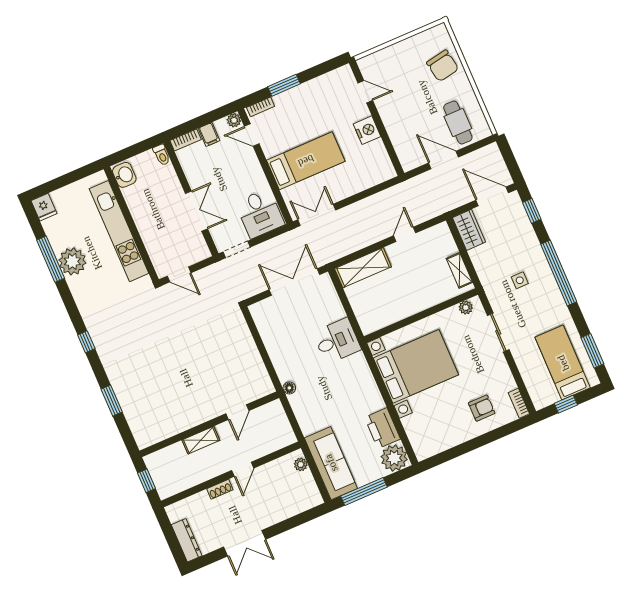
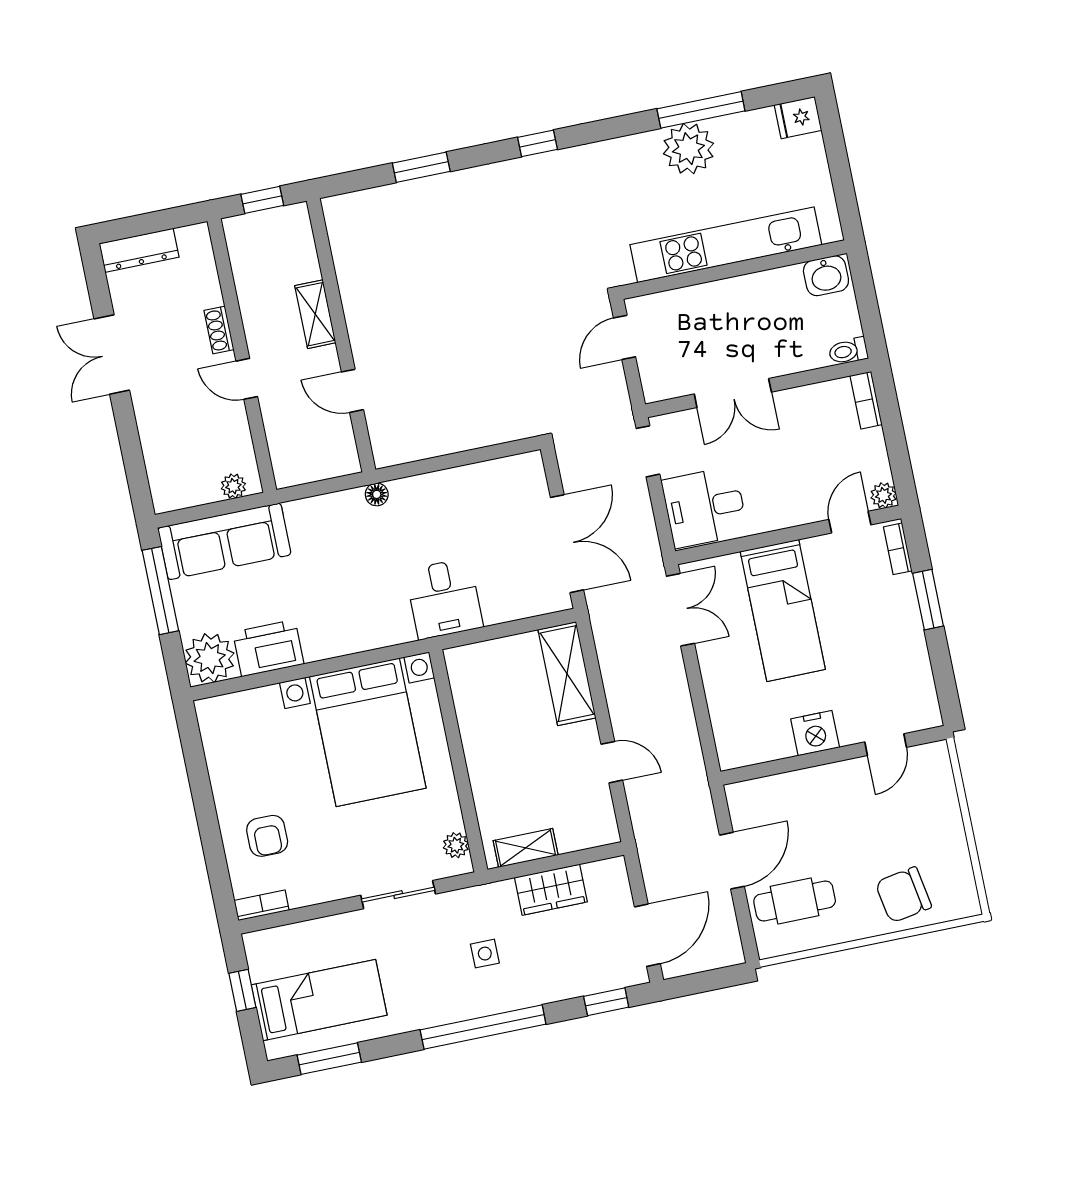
filing cabinet: (209, 134) -> (867, 445), removed
wardrobe: (469, 230) -> (551, 890), moved

